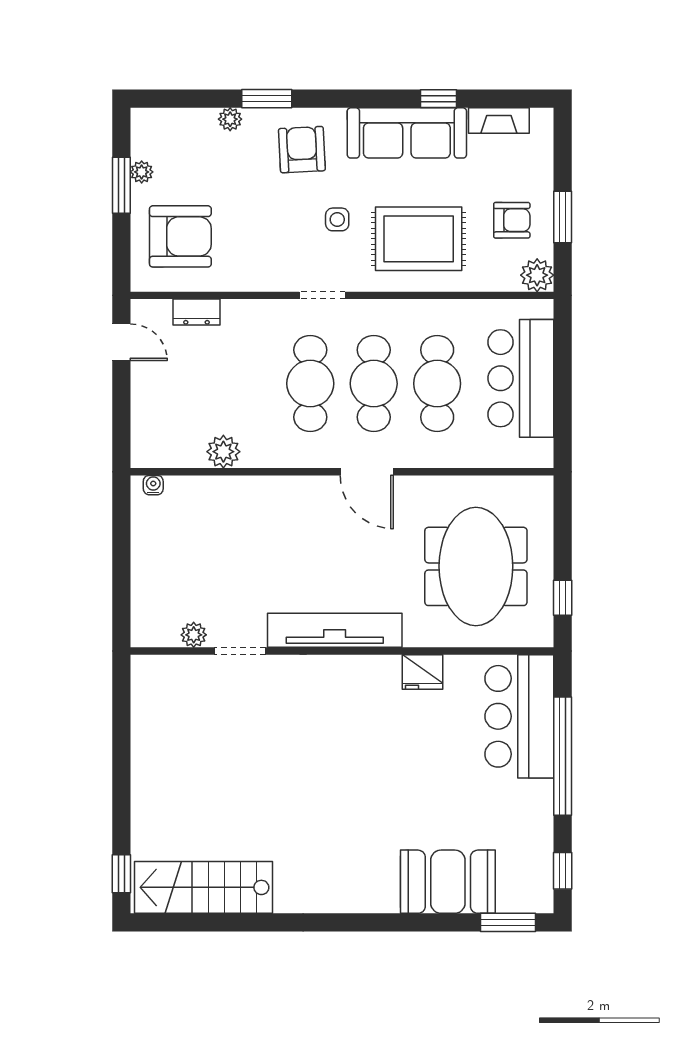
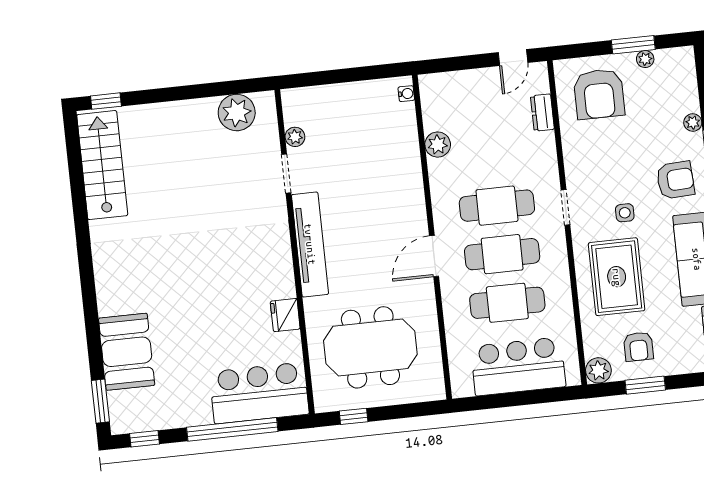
plant: (154, 707) -> (237, 113), added

